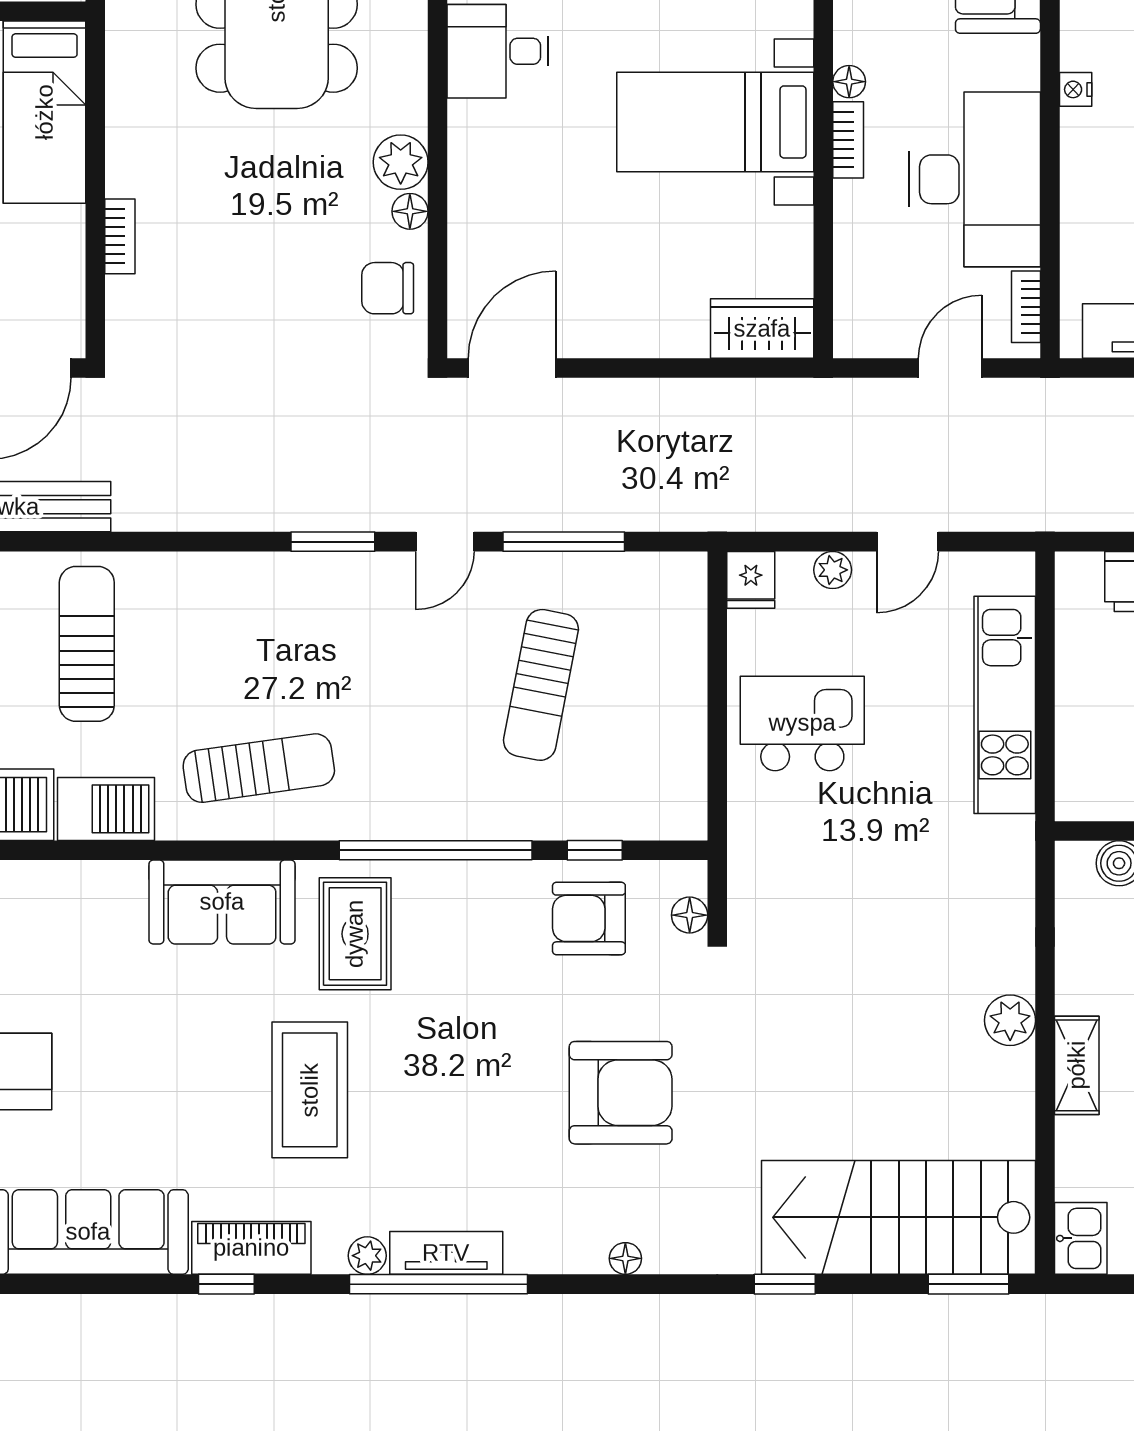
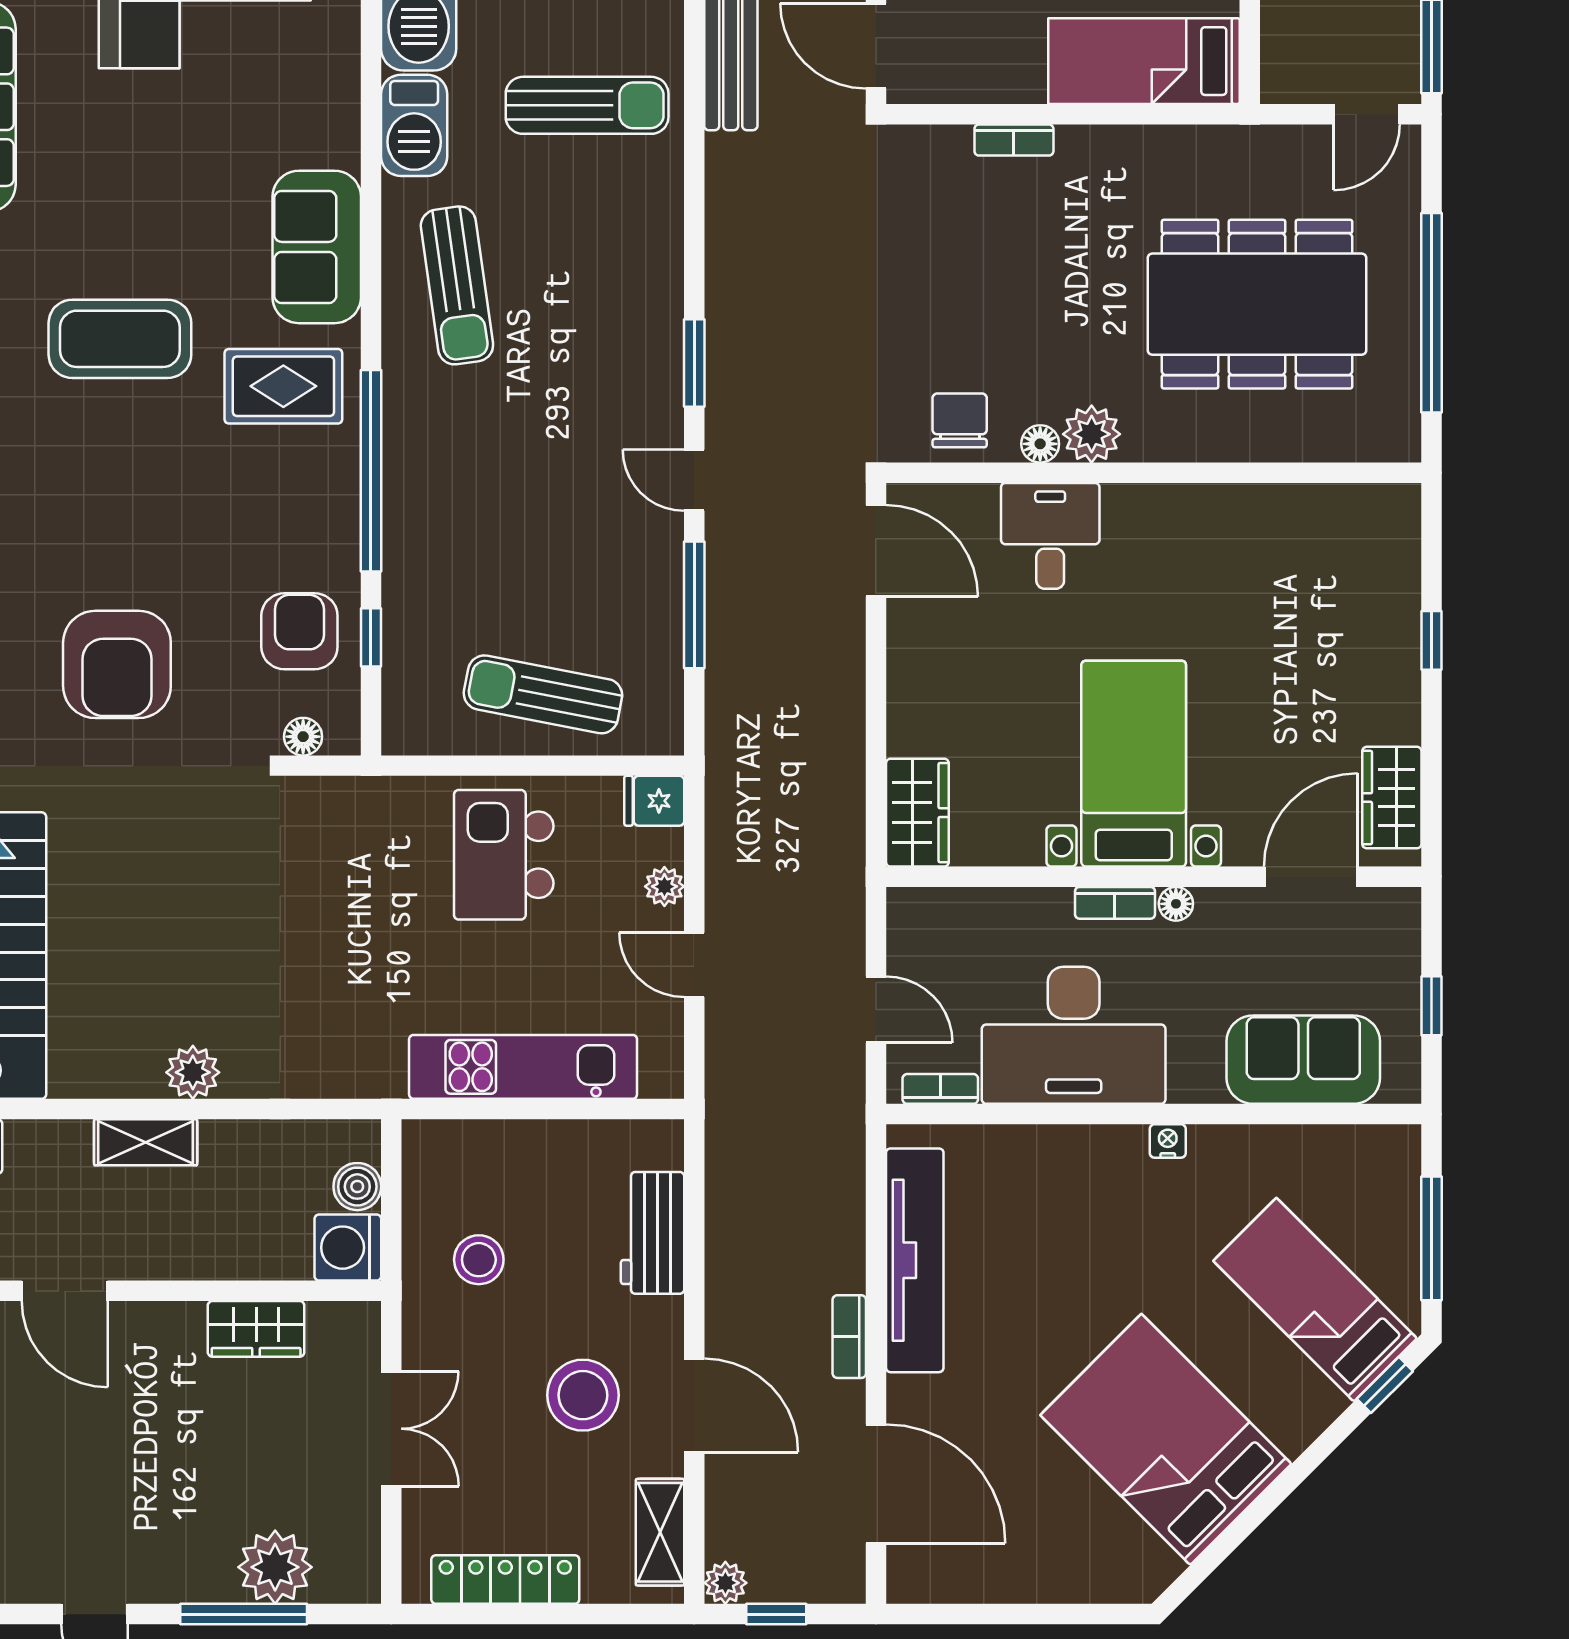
desk: (498, 51) -> (1050, 536), moved
sun lounger: (541, 685) -> (543, 694), moved
kitchen island: (802, 723) -> (504, 855), turned 180

